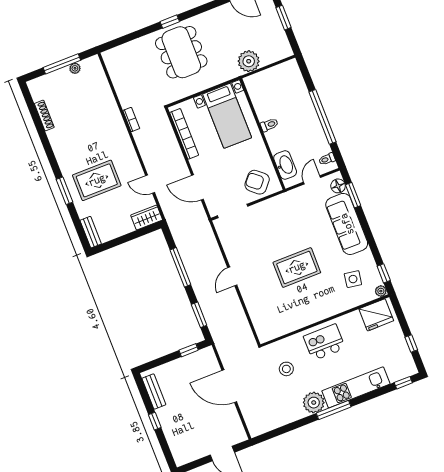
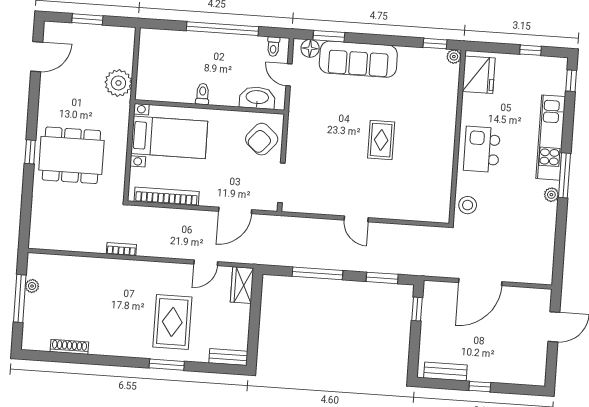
rug: (297, 267) -> (381, 140), width x0.73, depth x0.70
side table: (353, 279) -> (425, 82), removed
stool: (286, 369) -> (468, 205), moved
plant: (314, 403) -> (551, 195), width x0.53, depth x0.53

